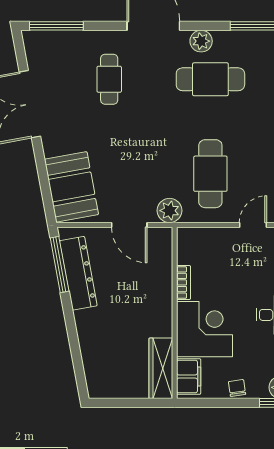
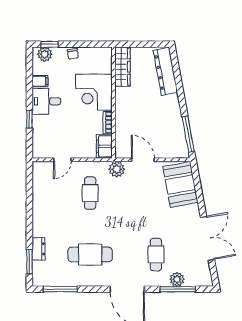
window: (56, 26) -> (178, 289), moved
plant: (201, 41) -> (177, 279), moved
cafe table: (210, 174) -> (90, 193), width x0.73, depth x0.74
dresser: (78, 273) -> (165, 71), moved
filing cabinet: (189, 376) -> (104, 146), moved

